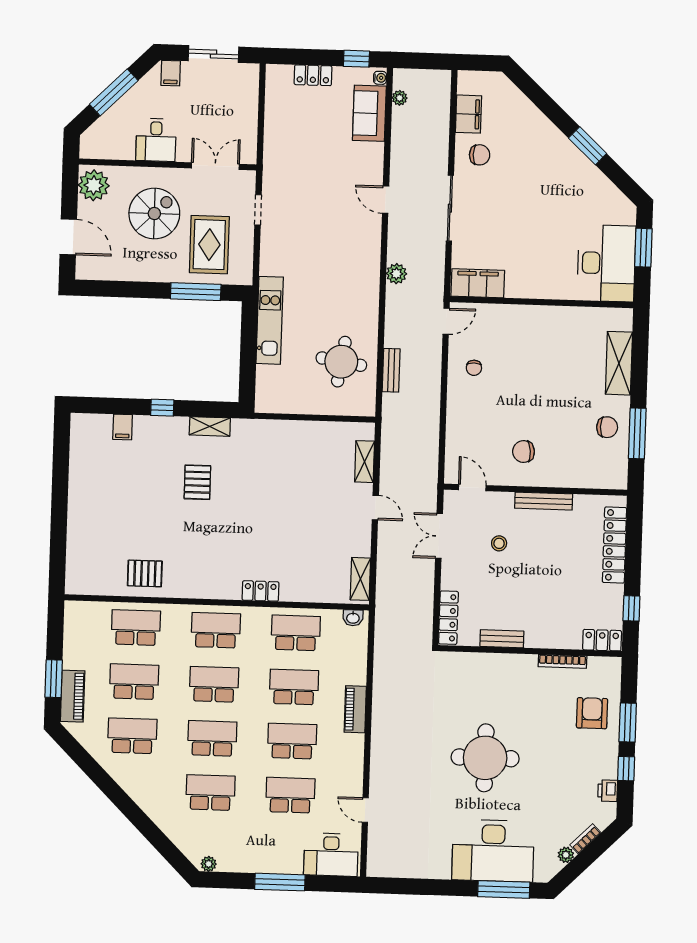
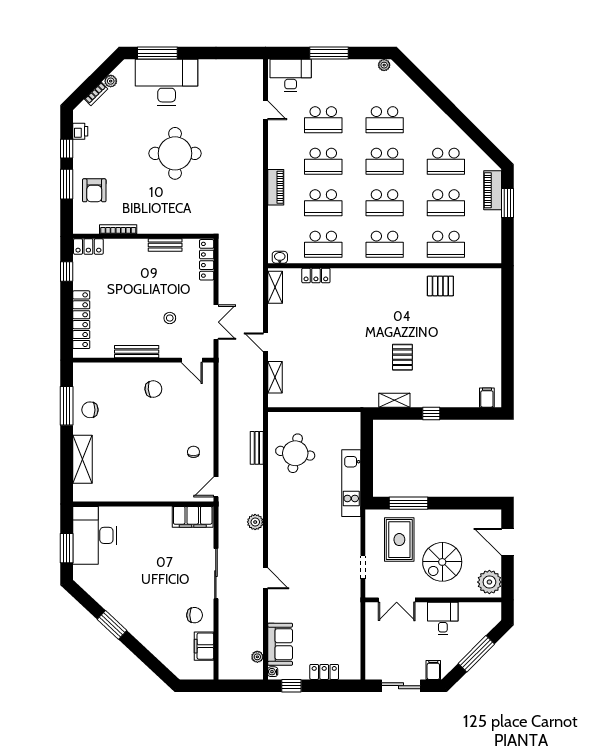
chair: (480, 155) -> (195, 615), turned 180
filing cabinet: (123, 427) -> (487, 398), moved
locker: (261, 591) -> (316, 275), moved

